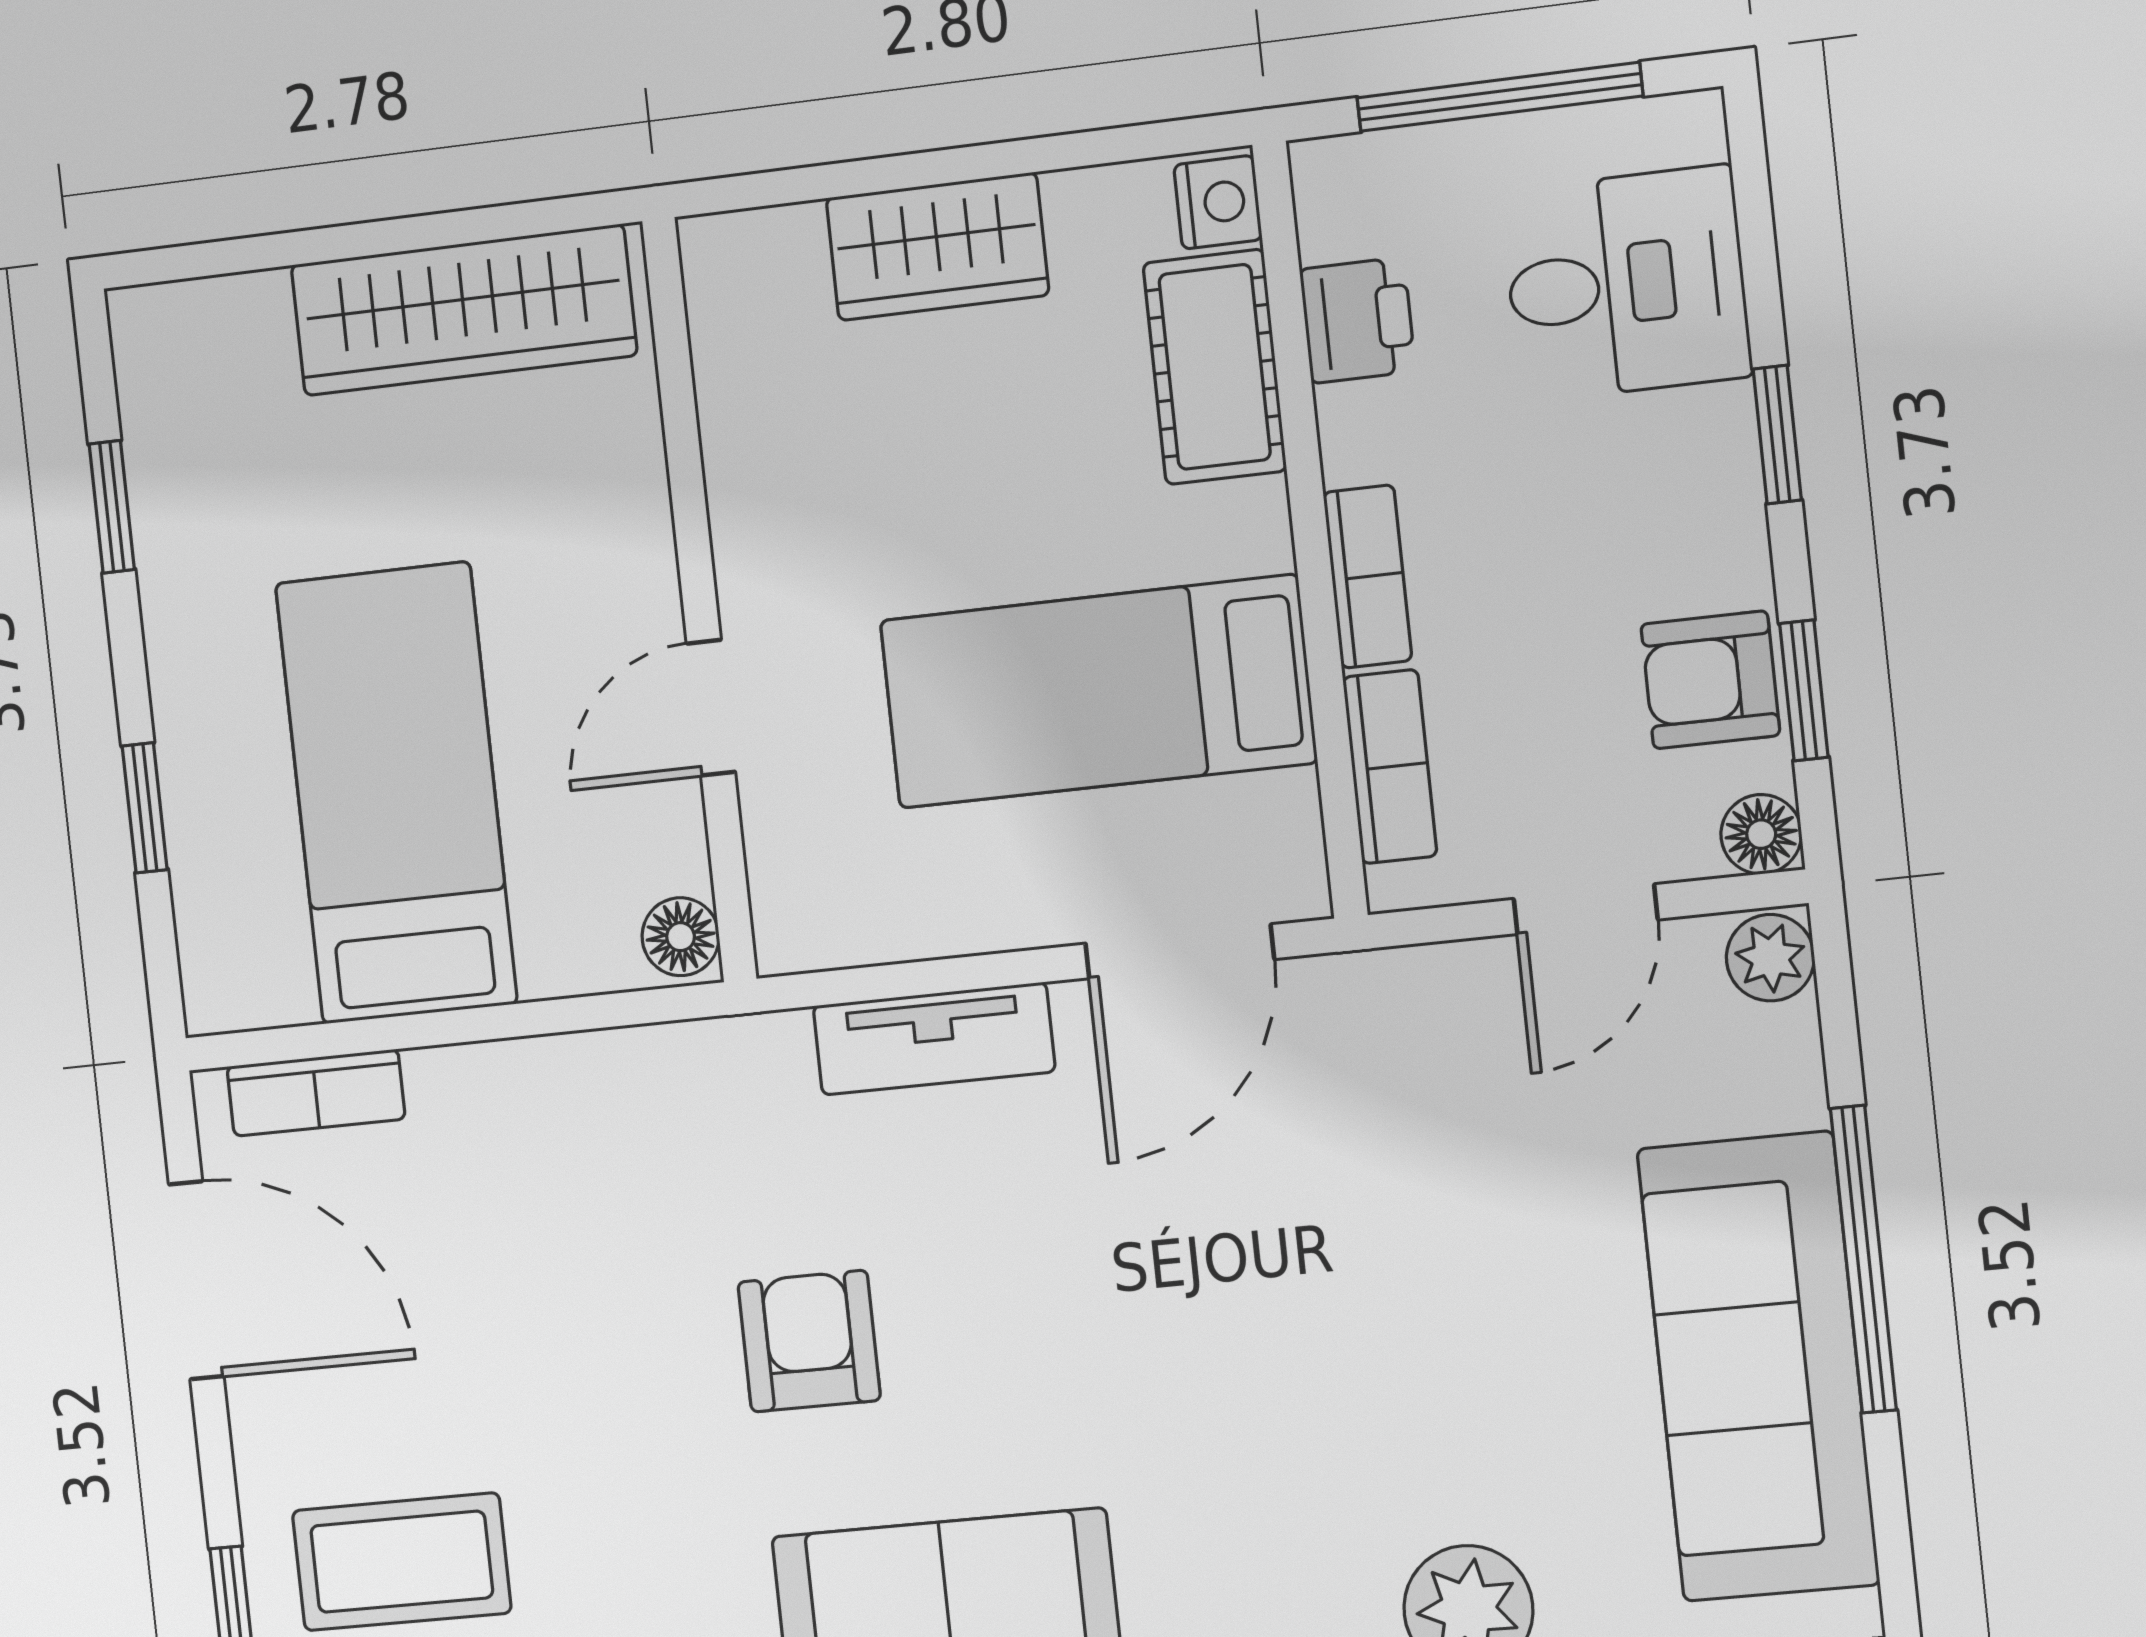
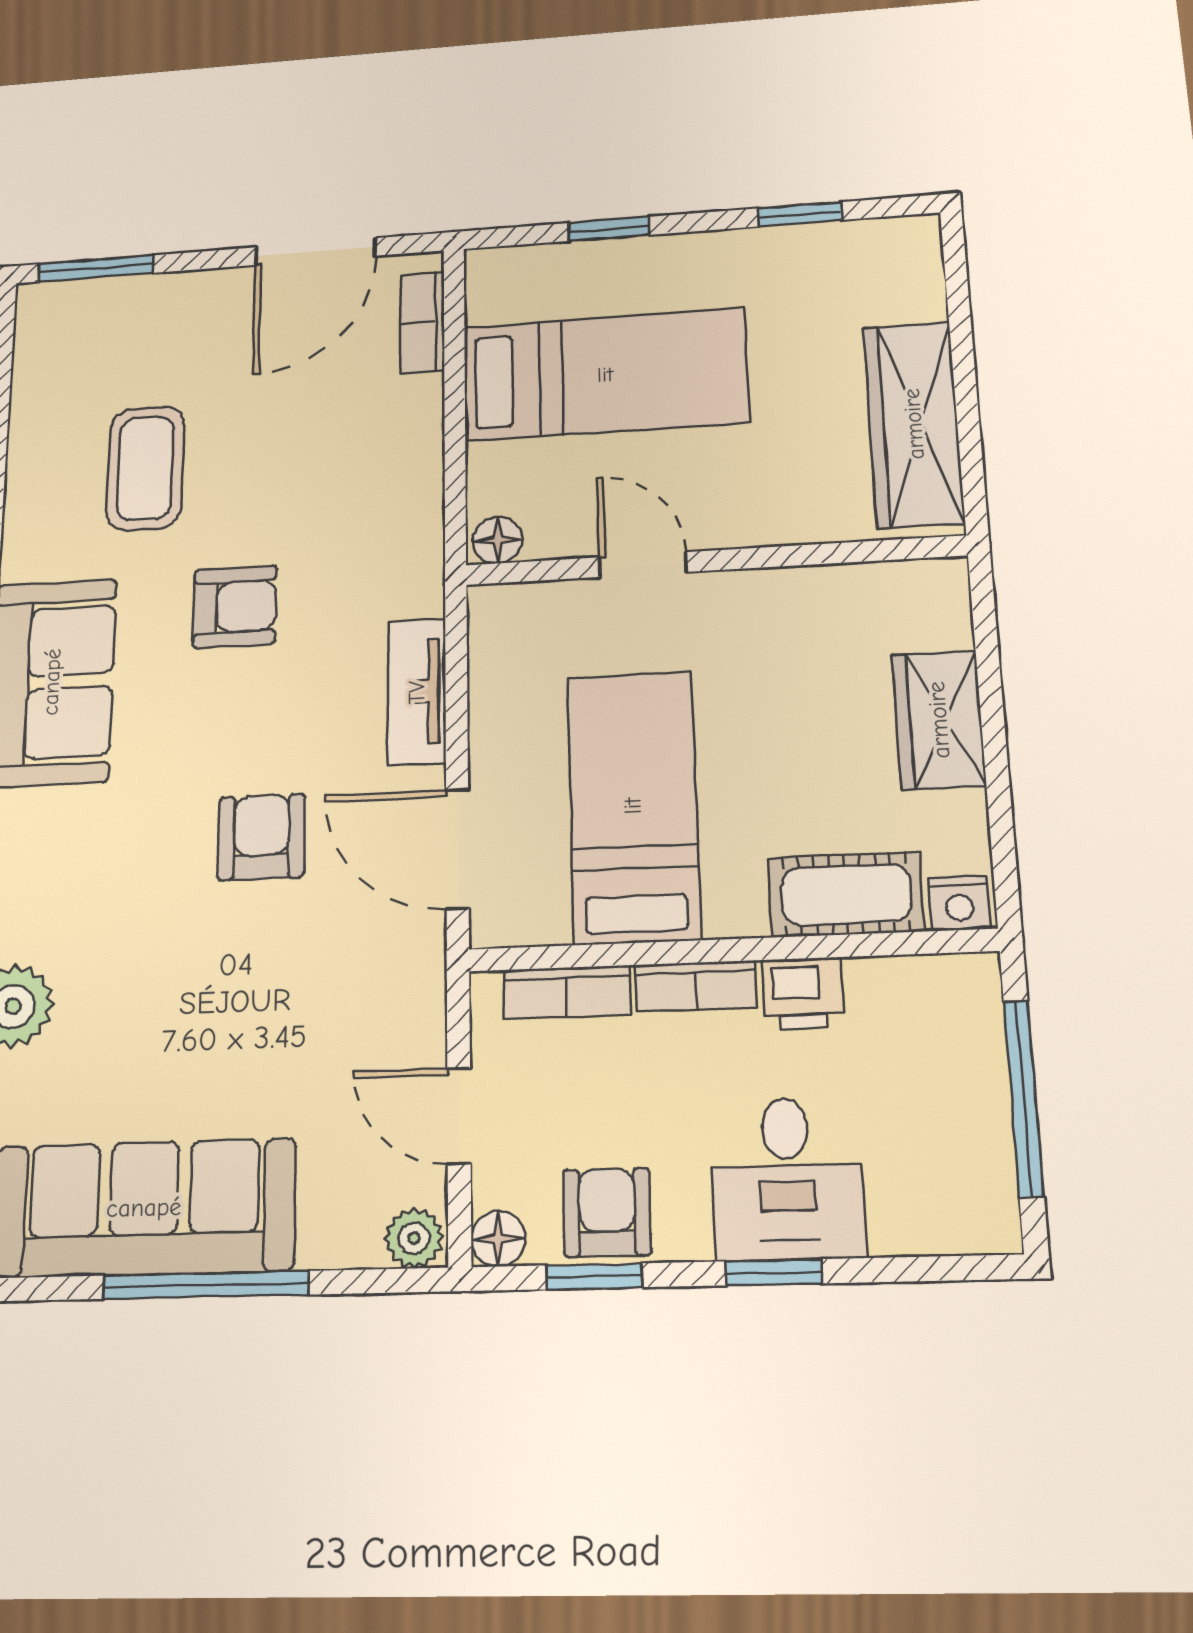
desk: (1626, 284) -> (787, 1178), moved
printer: (1358, 320) -> (803, 994), moved
armchair: (1179, 1255) -> (261, 837), added
coffee table: (402, 1562) -> (145, 468), moved

